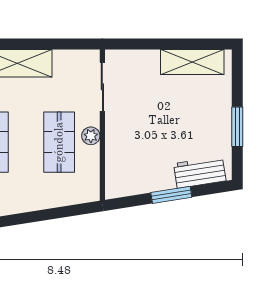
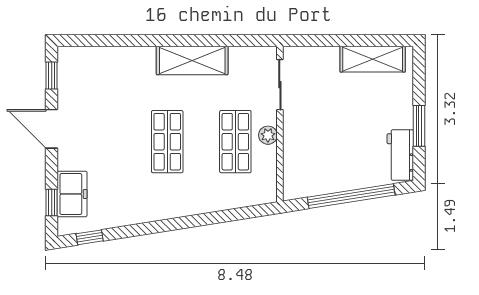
workbench: (200, 172) -> (400, 155), moved, turned -81
window: (171, 195) -> (351, 196), width x2.11

